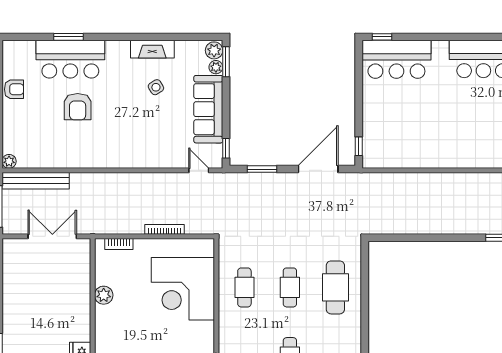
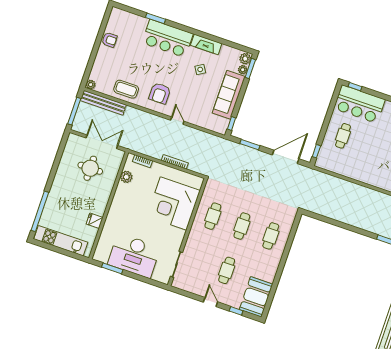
bar counter: (70, 59) -> (168, 38), moved
armchair: (78, 107) -> (160, 93), moved
cafe table: (389, 112) -> (343, 136), added
coffee table: (61, 151) -> (126, 89), added
door: (199, 170) -> (177, 121), moved
round table: (49, 279) -> (90, 168), added
cafe table: (335, 287) -> (271, 236), width x0.73, depth x0.74
plant: (104, 295) -> (126, 177), moved

